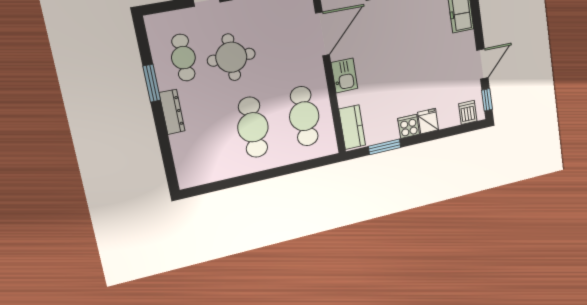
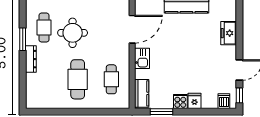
cafe table: (304, 116) -> (111, 79), width x0.73, depth x0.74

